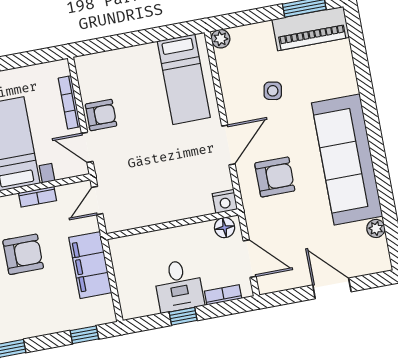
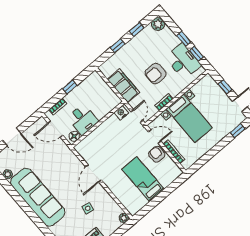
bed: (184, 79) -> (143, 179), moved
armchair: (101, 115) -> (157, 154), turned 90
armchair: (275, 177) -> (65, 171), removed
nightstand: (225, 201) -> (121, 113), moved
desk: (179, 286) -> (83, 120), moved, turned 180
window: (84, 335) -> (118, 46), moved

